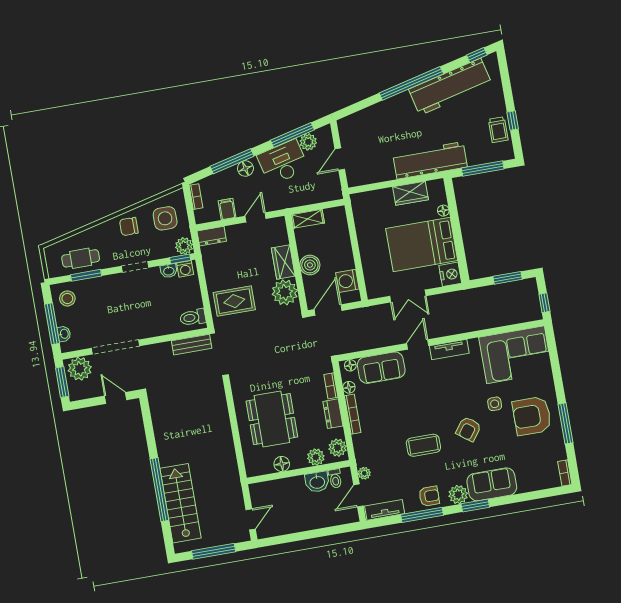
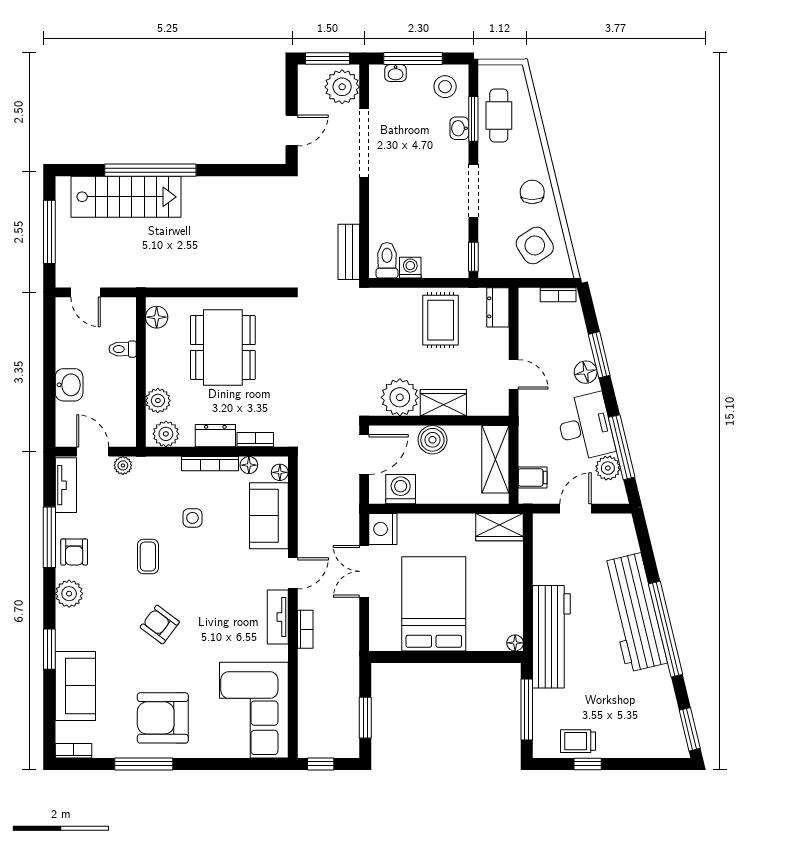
window: (477, 55) -> (690, 729), width x1.50
workbench: (450, 87) -> (634, 613), moved
door: (340, 159) -> (576, 509), hinge flipped
window: (232, 161) -> (599, 355), width x0.69
wardrobe: (411, 193) -> (500, 527), moved, turned -90
filing cabinet: (227, 209) -> (533, 478), moved
floor lamp: (443, 211) -> (515, 643), moved
side table: (165, 218) -> (535, 245), turned -33
shelving: (308, 219) -> (495, 459), width x1.50, depth x1.33
plant: (184, 246) -> (491, 266), removed
doorway: (135, 267) -> (473, 191), width x1.38
washing machine: (185, 269) -> (410, 268), moved, turned 90
washbasin: (169, 271) -> (459, 128), moved
nightstand: (450, 274) -> (383, 529), moved, turned 90
rug: (234, 301) -> (441, 320), moved
door: (328, 310) -> (364, 455), hinge flipped
bookcase: (454, 329) -> (305, 629), added
door: (418, 344) -> (293, 573), hinge flipped
side table: (495, 404) -> (192, 518), moved
armchair: (532, 416) -> (163, 718), turned -90
dining table: (272, 419) -> (223, 348), turned 90
coffee table: (423, 445) -> (148, 556), width x0.73, depth x0.77
floor lamp: (282, 464) -> (157, 317), moved
toilet: (335, 479) -> (123, 349), moved
washbasin: (317, 482) -> (69, 385), moved, turned 180
sofa: (492, 484) -> (75, 686), moved
window: (475, 506) -> (49, 649), moved

